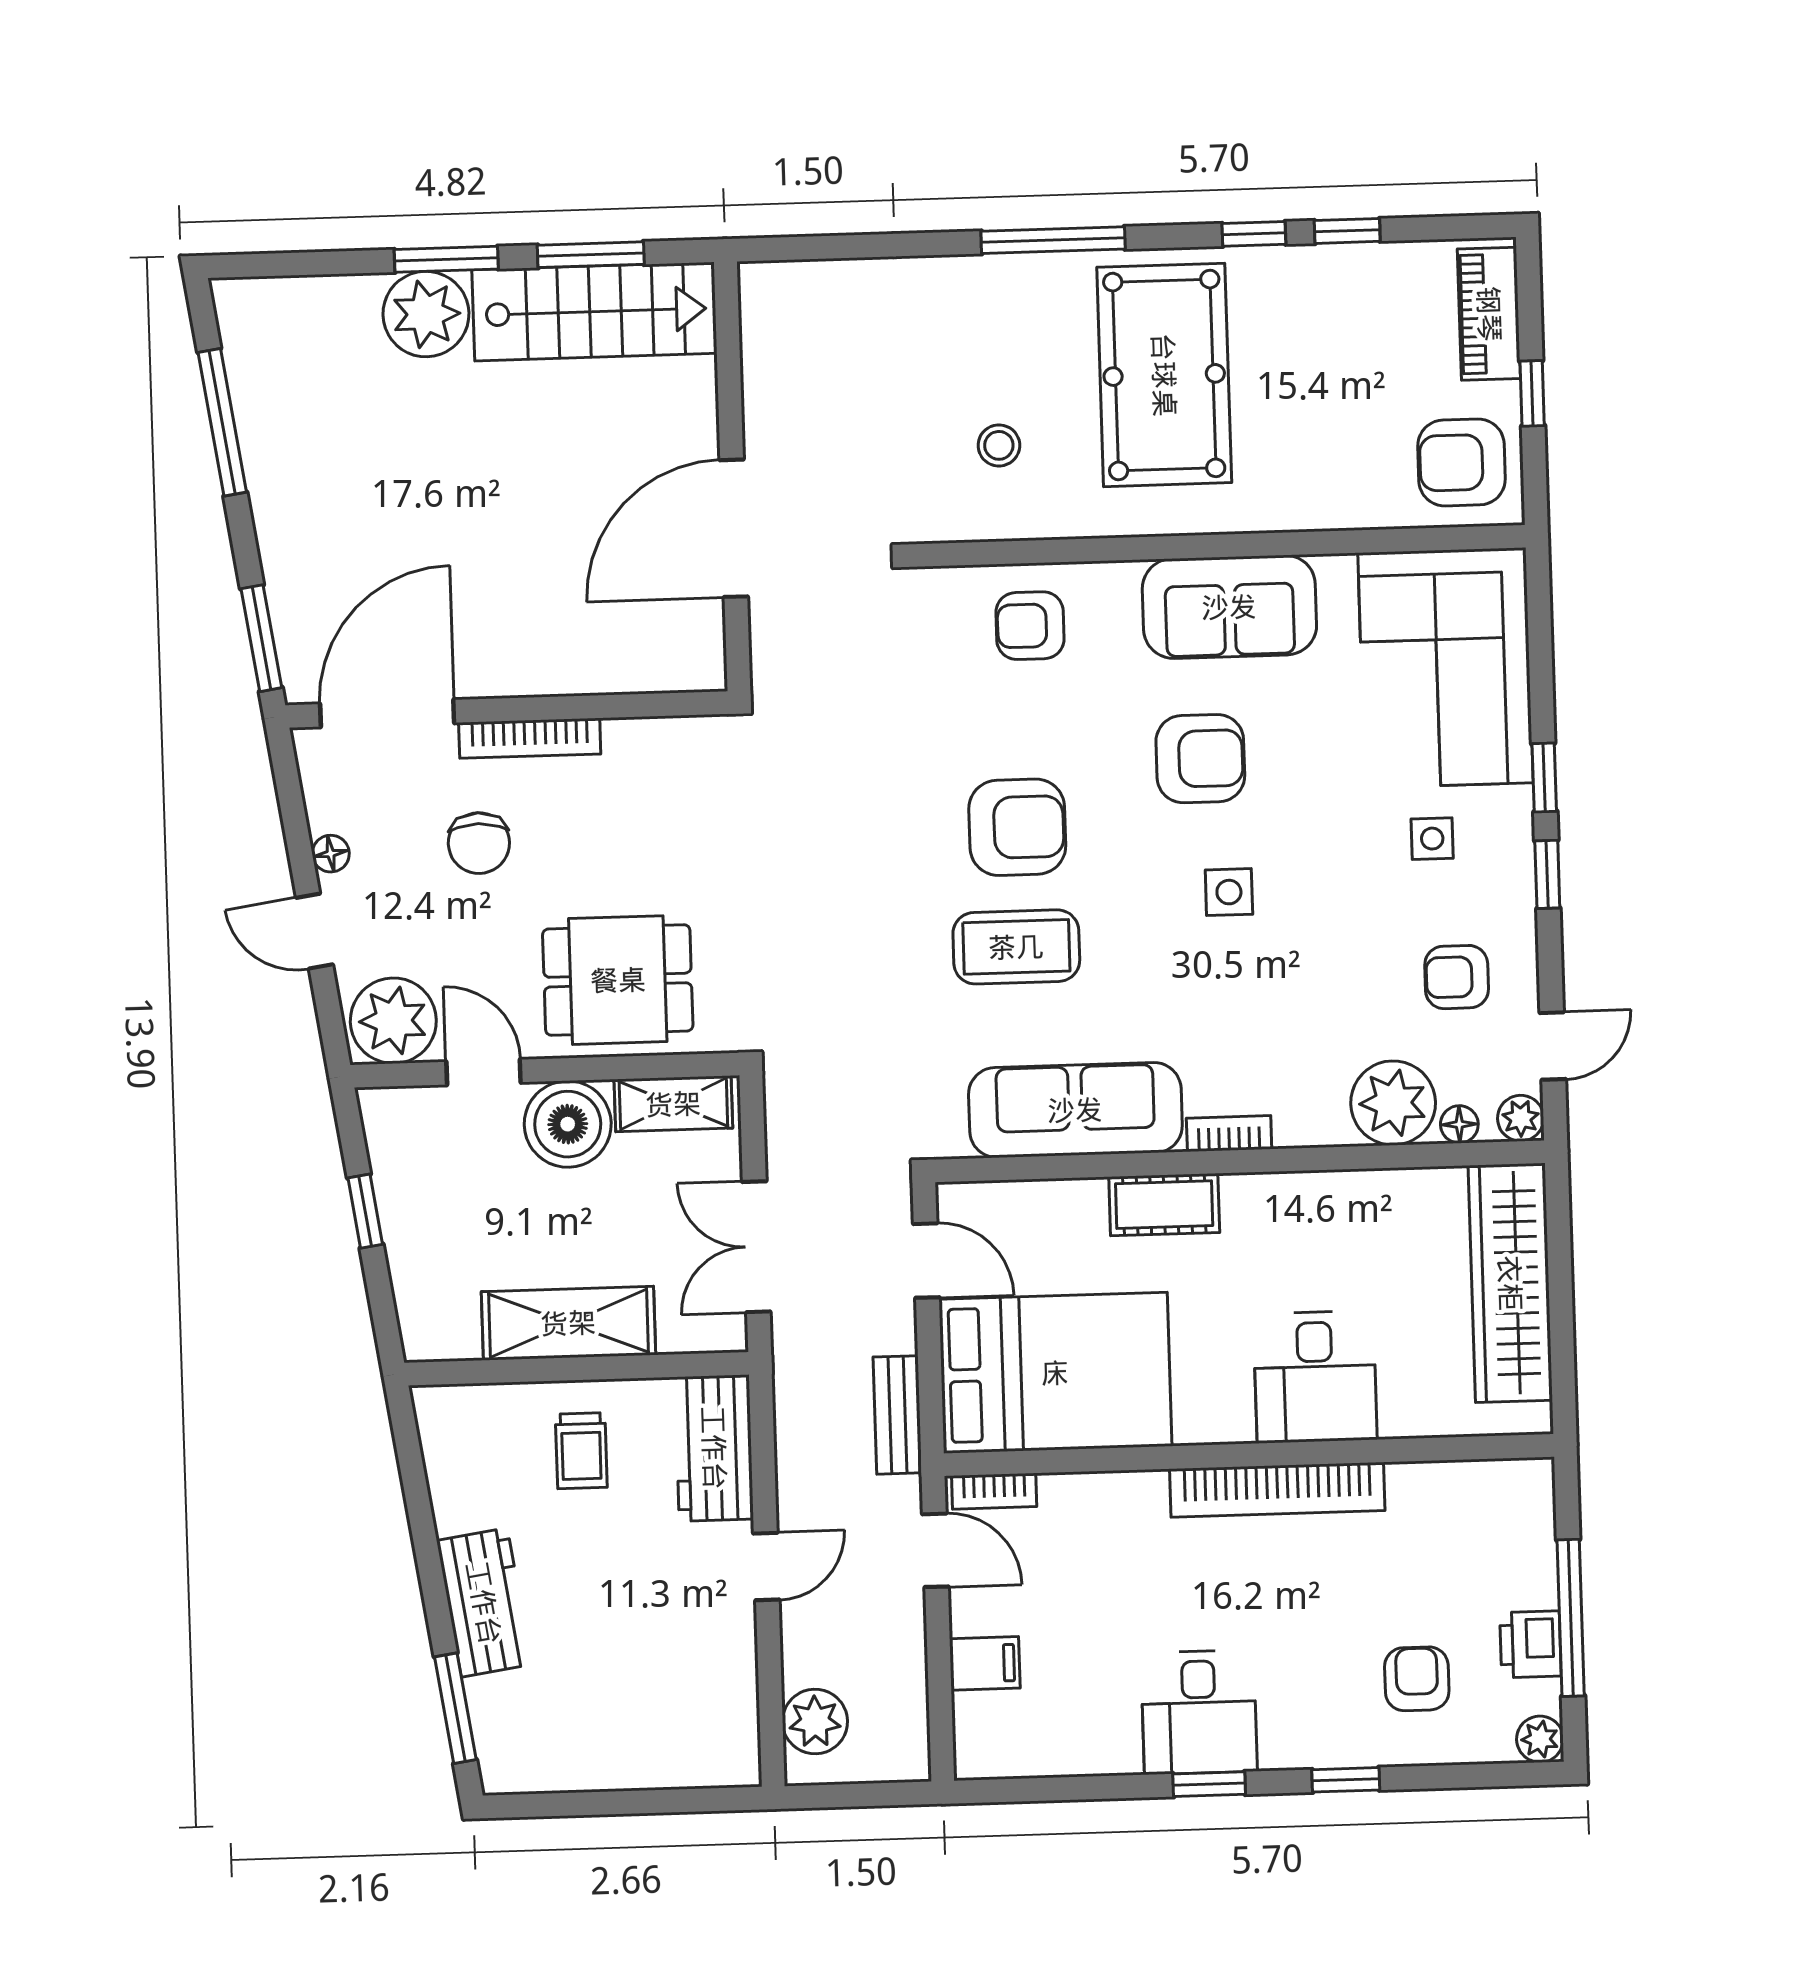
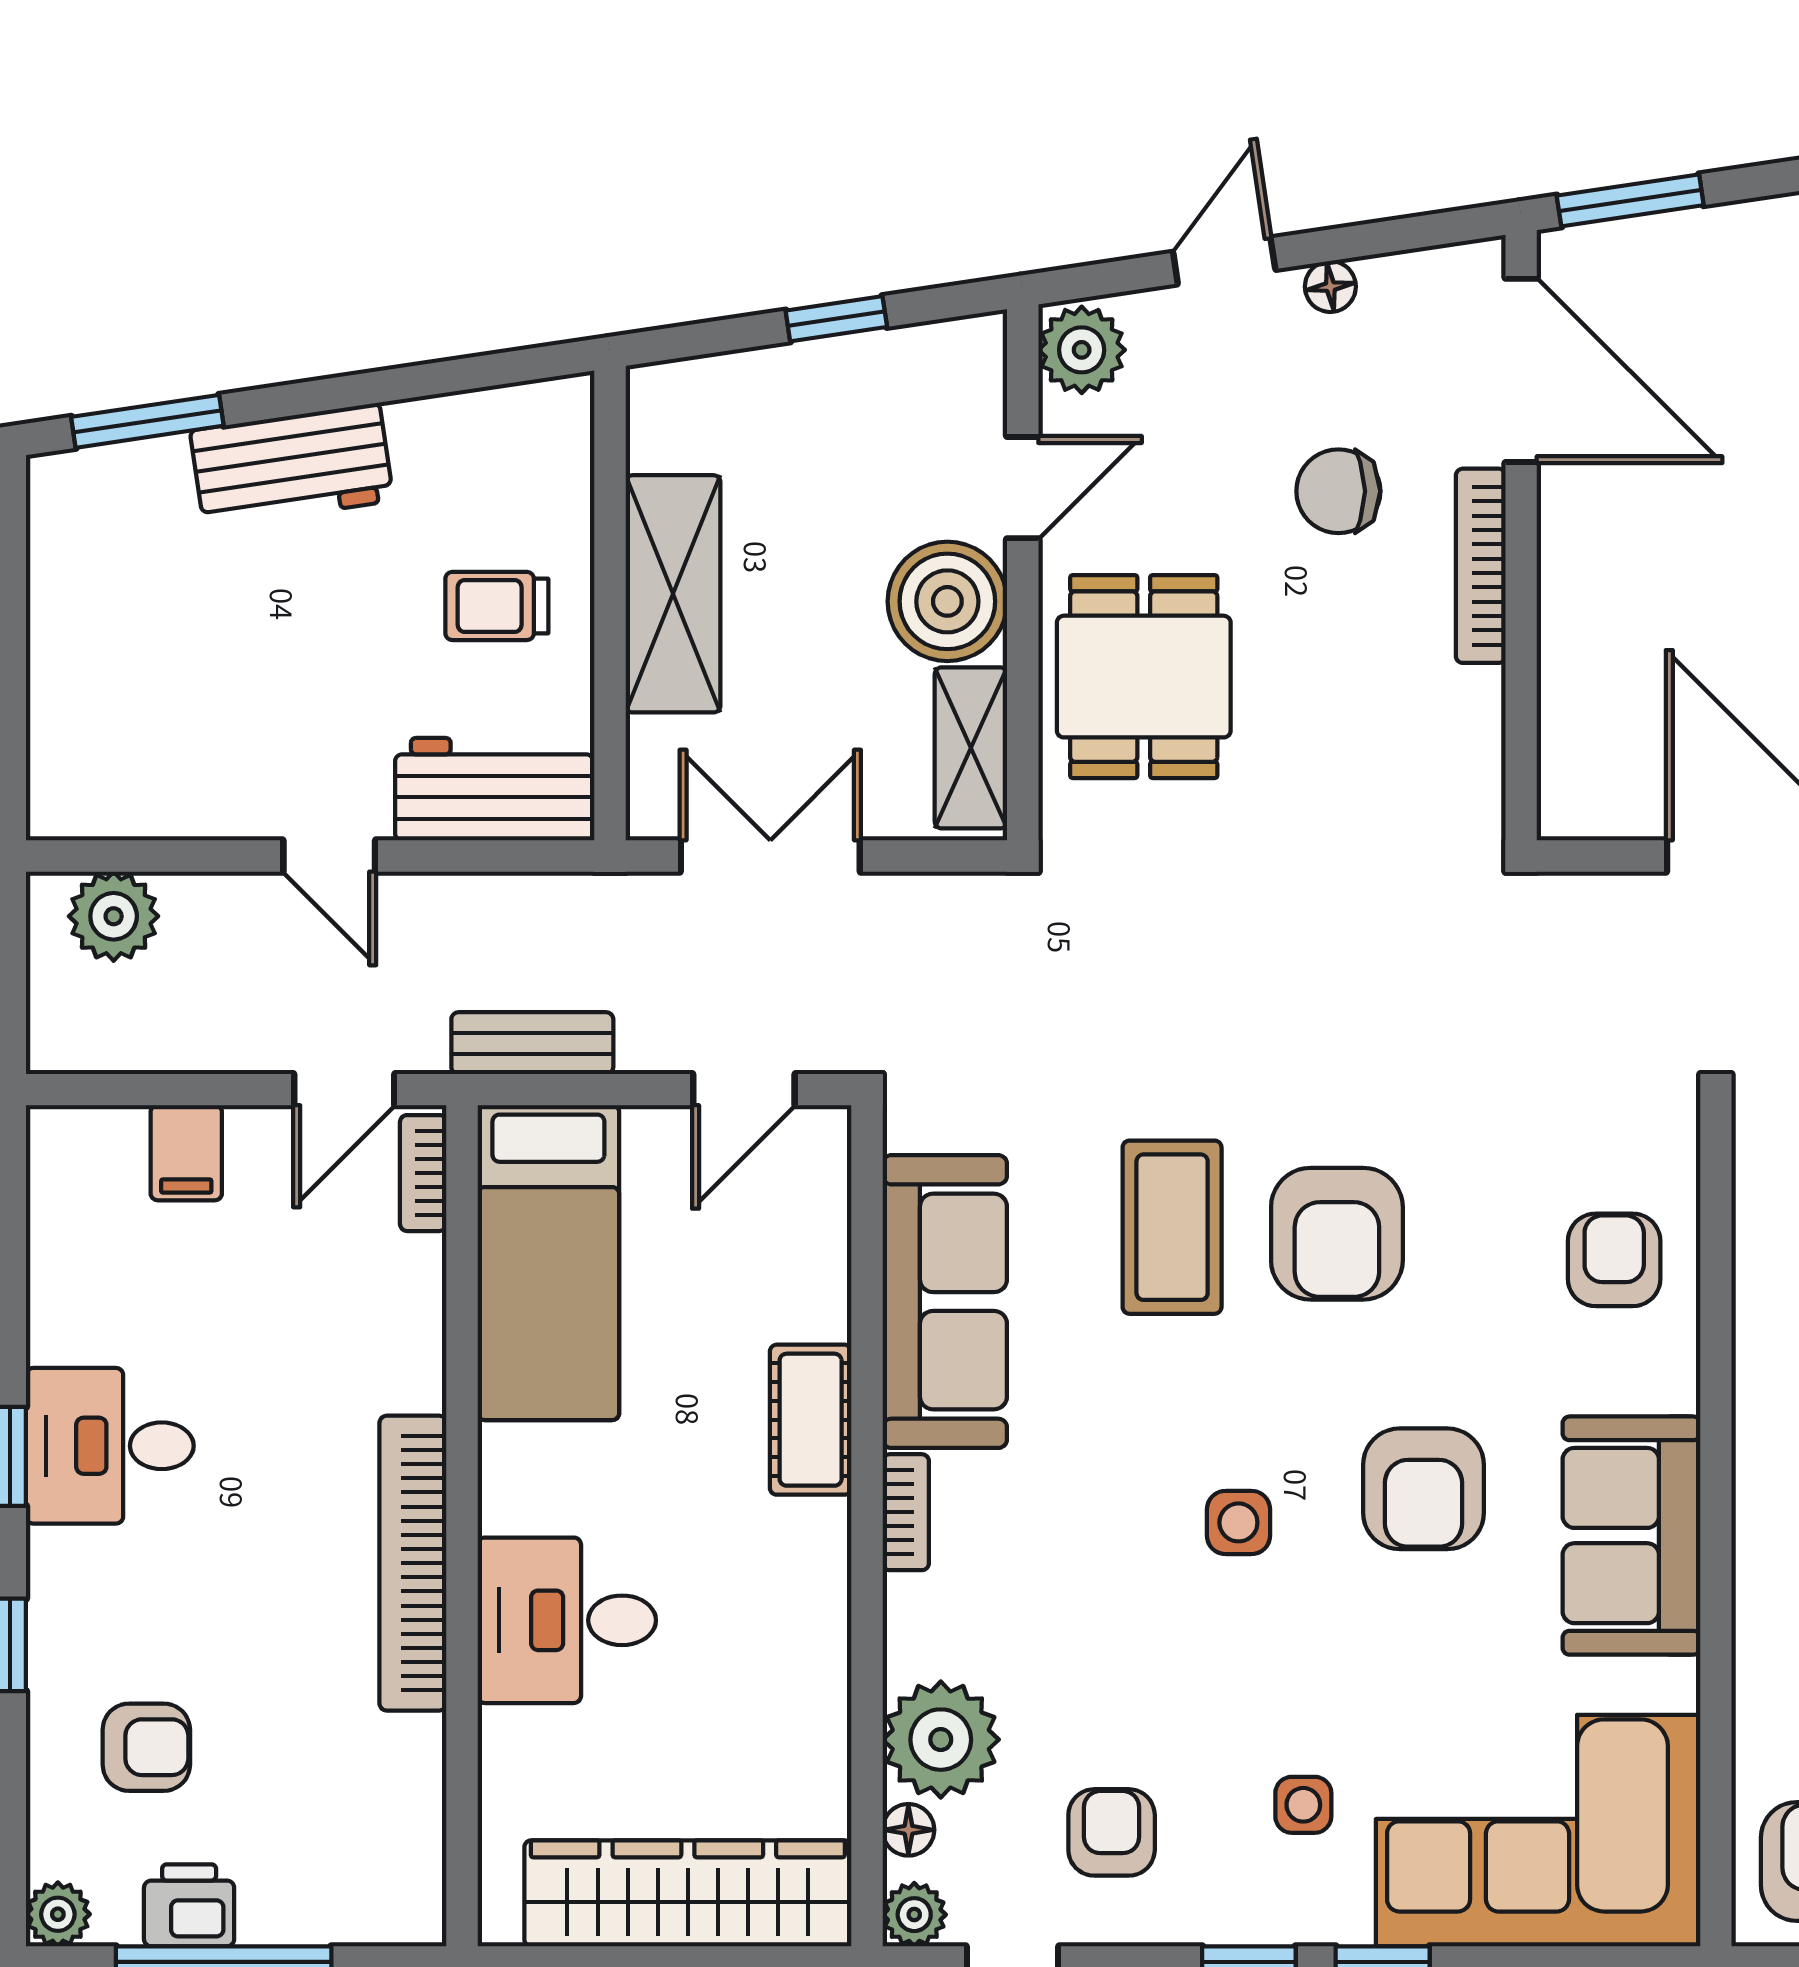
plant: (393, 1021) -> (1082, 350), width x0.73, depth x0.73
bed: (1055, 1373) -> (548, 1263), width x0.67

